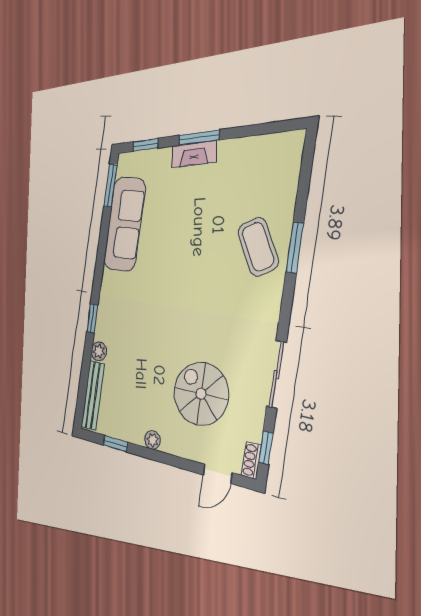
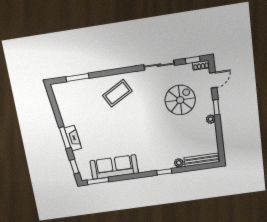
coffee table: (258, 247) -> (117, 93), moved
window: (295, 248) -> (77, 77), moved
spiral stairs: (201, 394) -> (180, 100), turned 180
window: (115, 444) -> (216, 107), moved
door: (217, 474) -> (213, 80), hinge flipped

